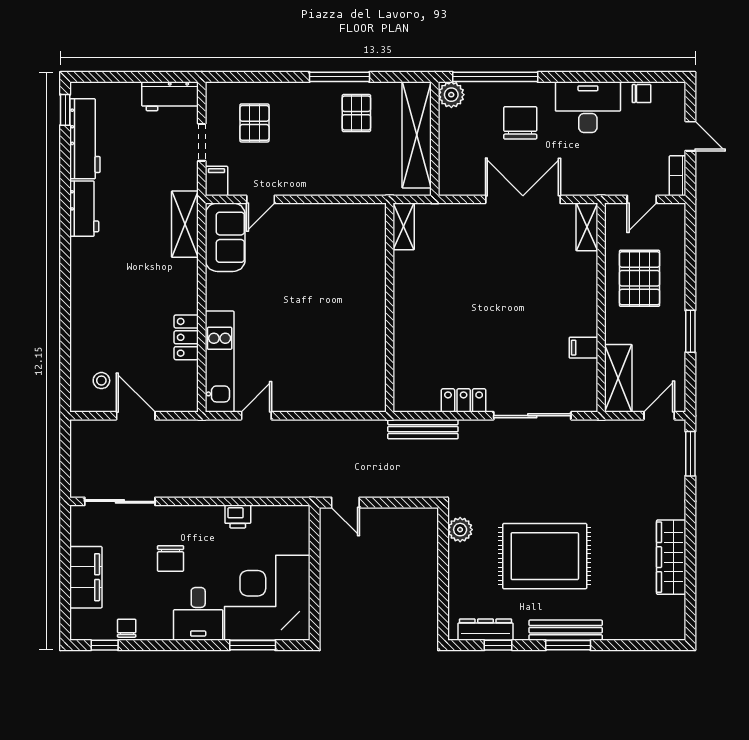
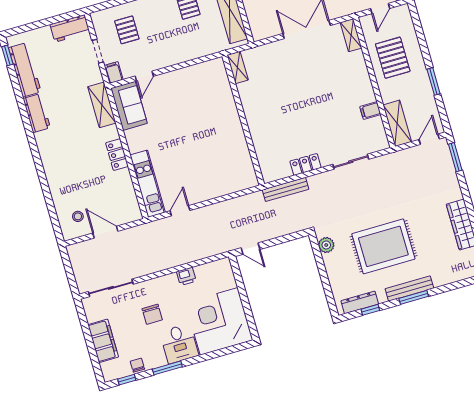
locker: (186, 337) -> (117, 155), moved
sliding door: (532, 416) -> (351, 162), width x0.73
window: (253, 645) -> (167, 368), moved

